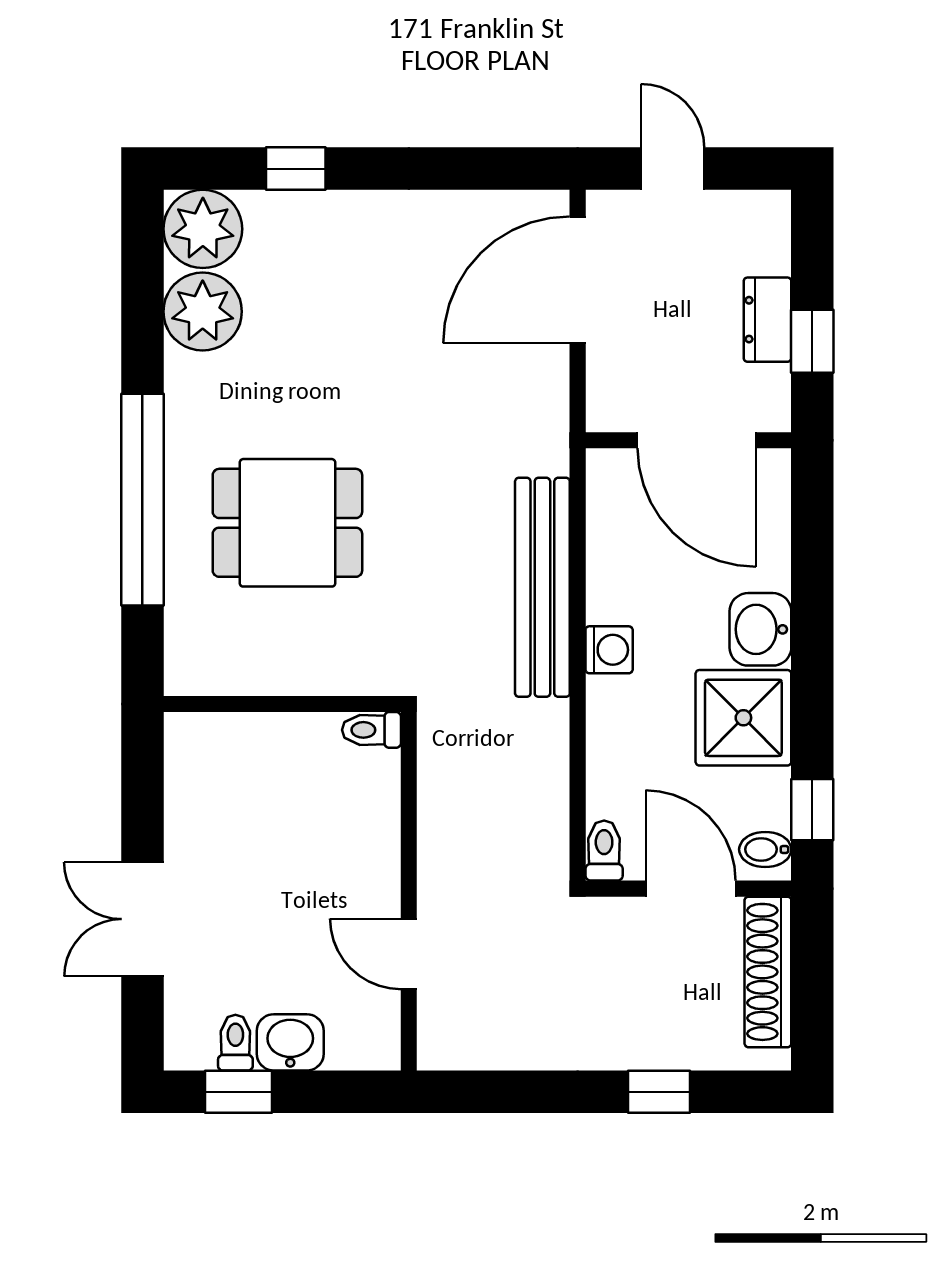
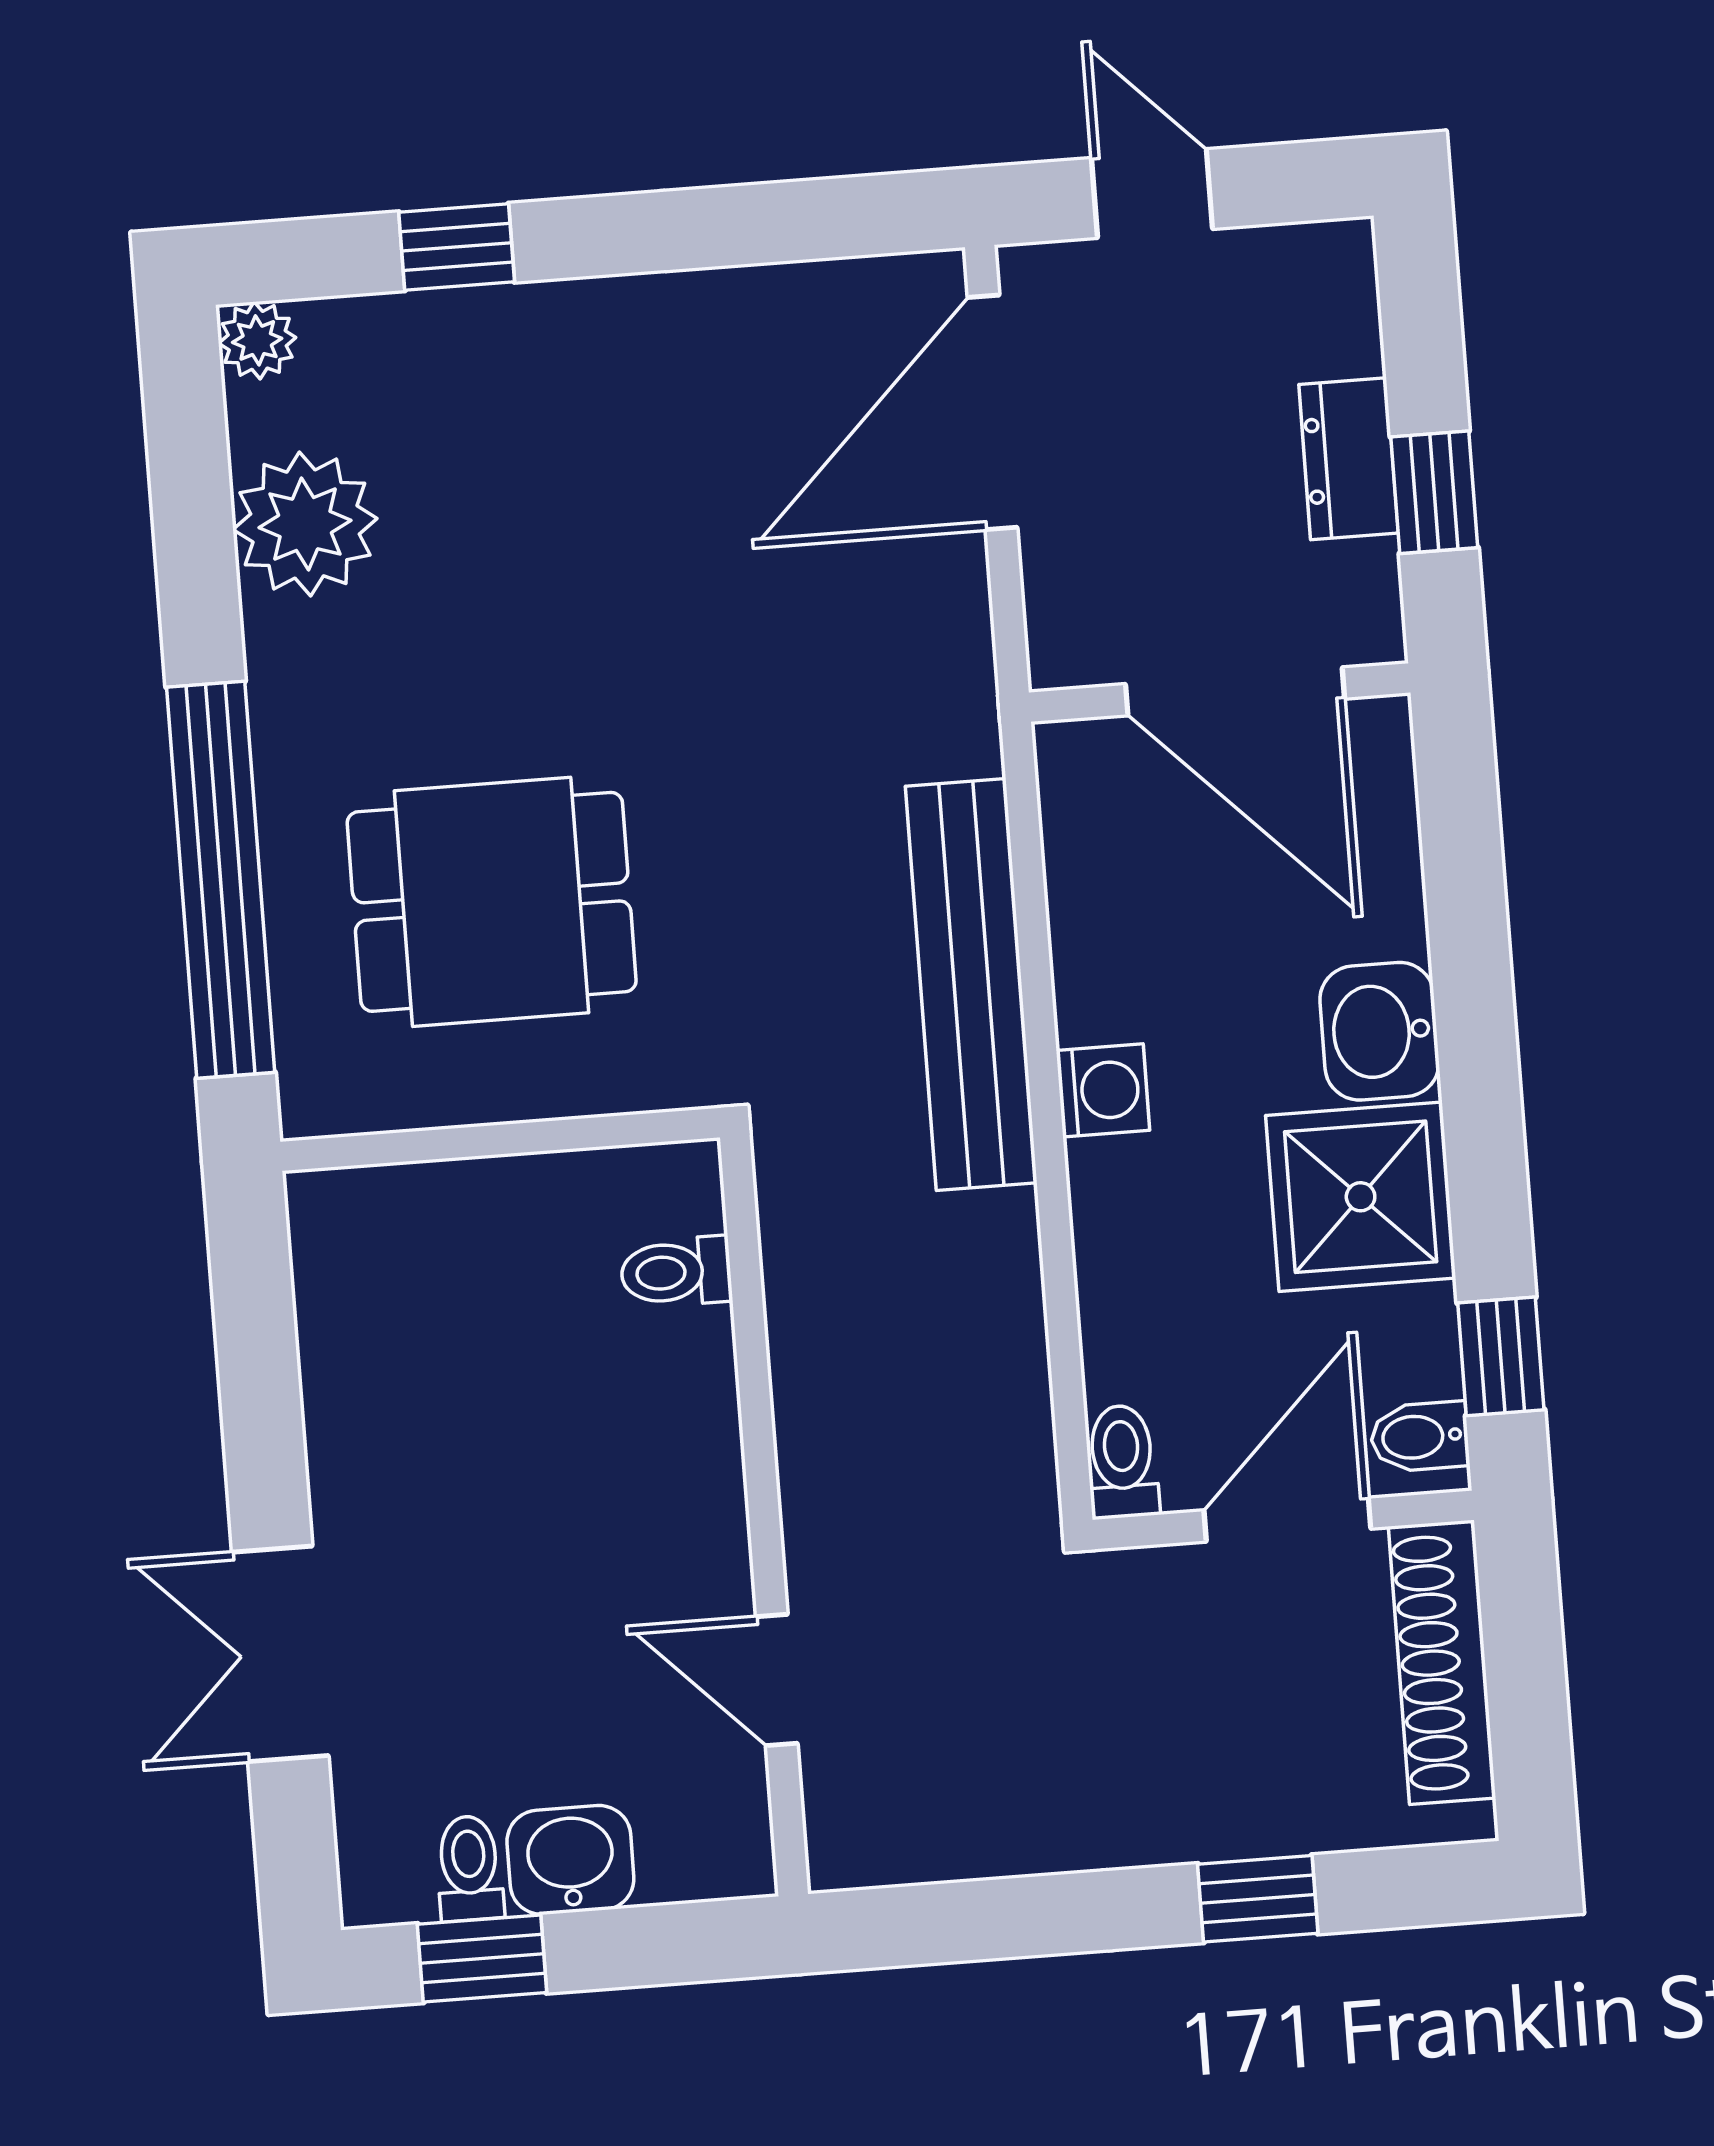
plant: (203, 229) -> (257, 340), width x0.53, depth x0.53
wall: (282, 704) -> (500, 1140), moved
door: (691, 889) -> (1287, 1520), hinge flipped

